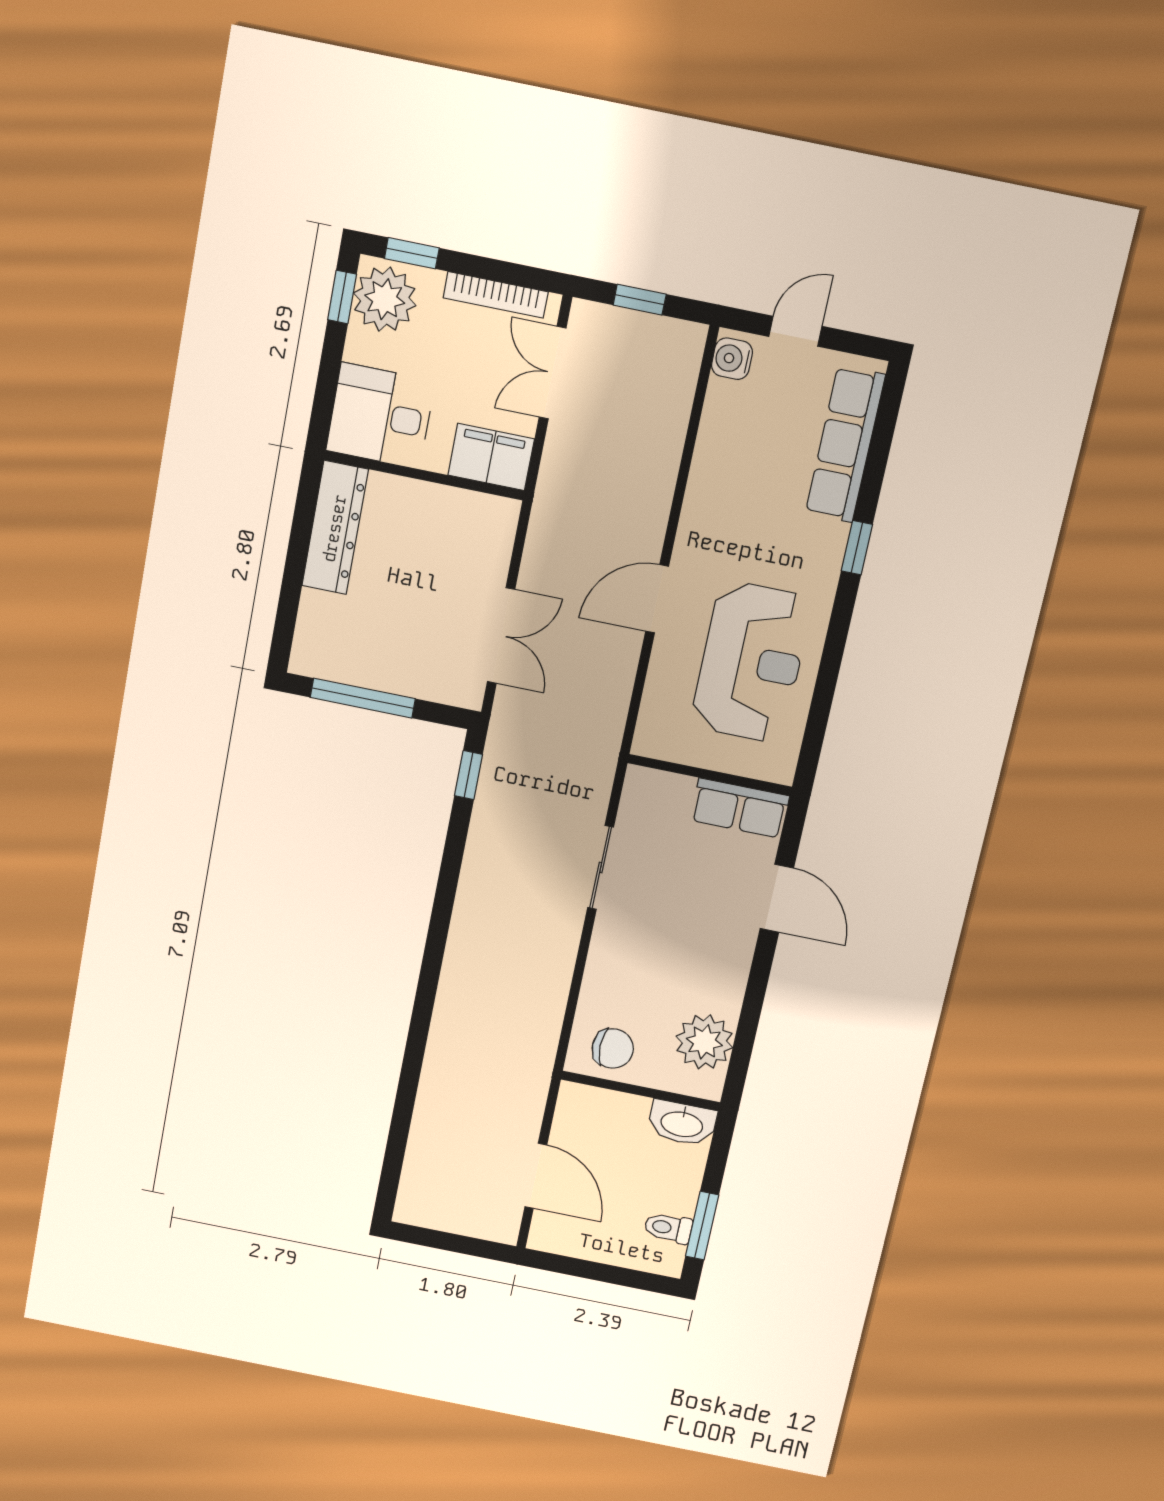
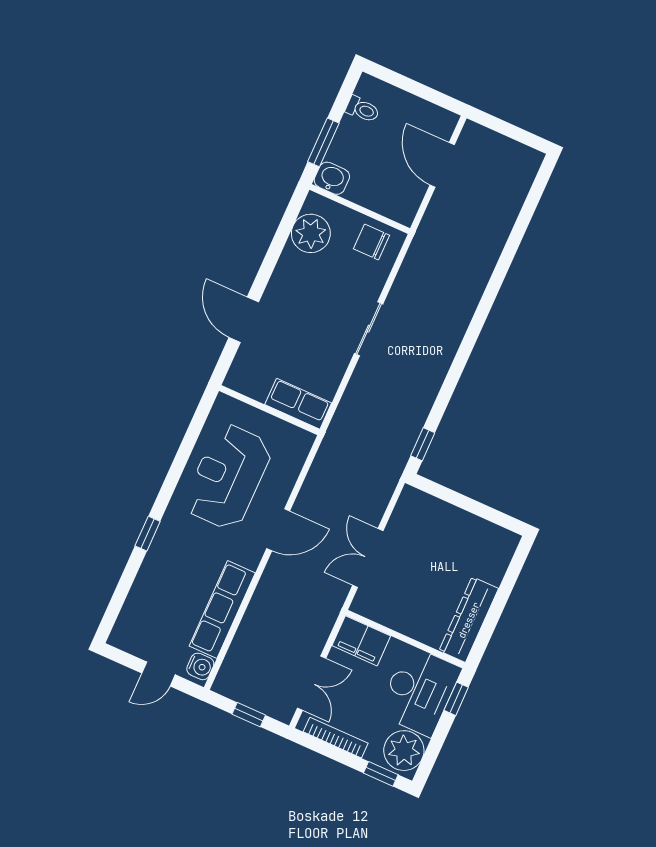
window: (342, 297) -> (456, 699), moved
desk: (380, 416) -> (419, 691), width x1.37
row of seats: (845, 444) -> (222, 609), moved, turned 180
double door: (501, 636) -> (368, 558), moved
window: (363, 698) -> (478, 509), removed
row of seats: (740, 808) -> (298, 404), moved
sliding door: (601, 868) -> (369, 329), moved
washbasin: (682, 1123) -> (332, 178), width x0.72
window: (702, 1226) -> (323, 142), moved

